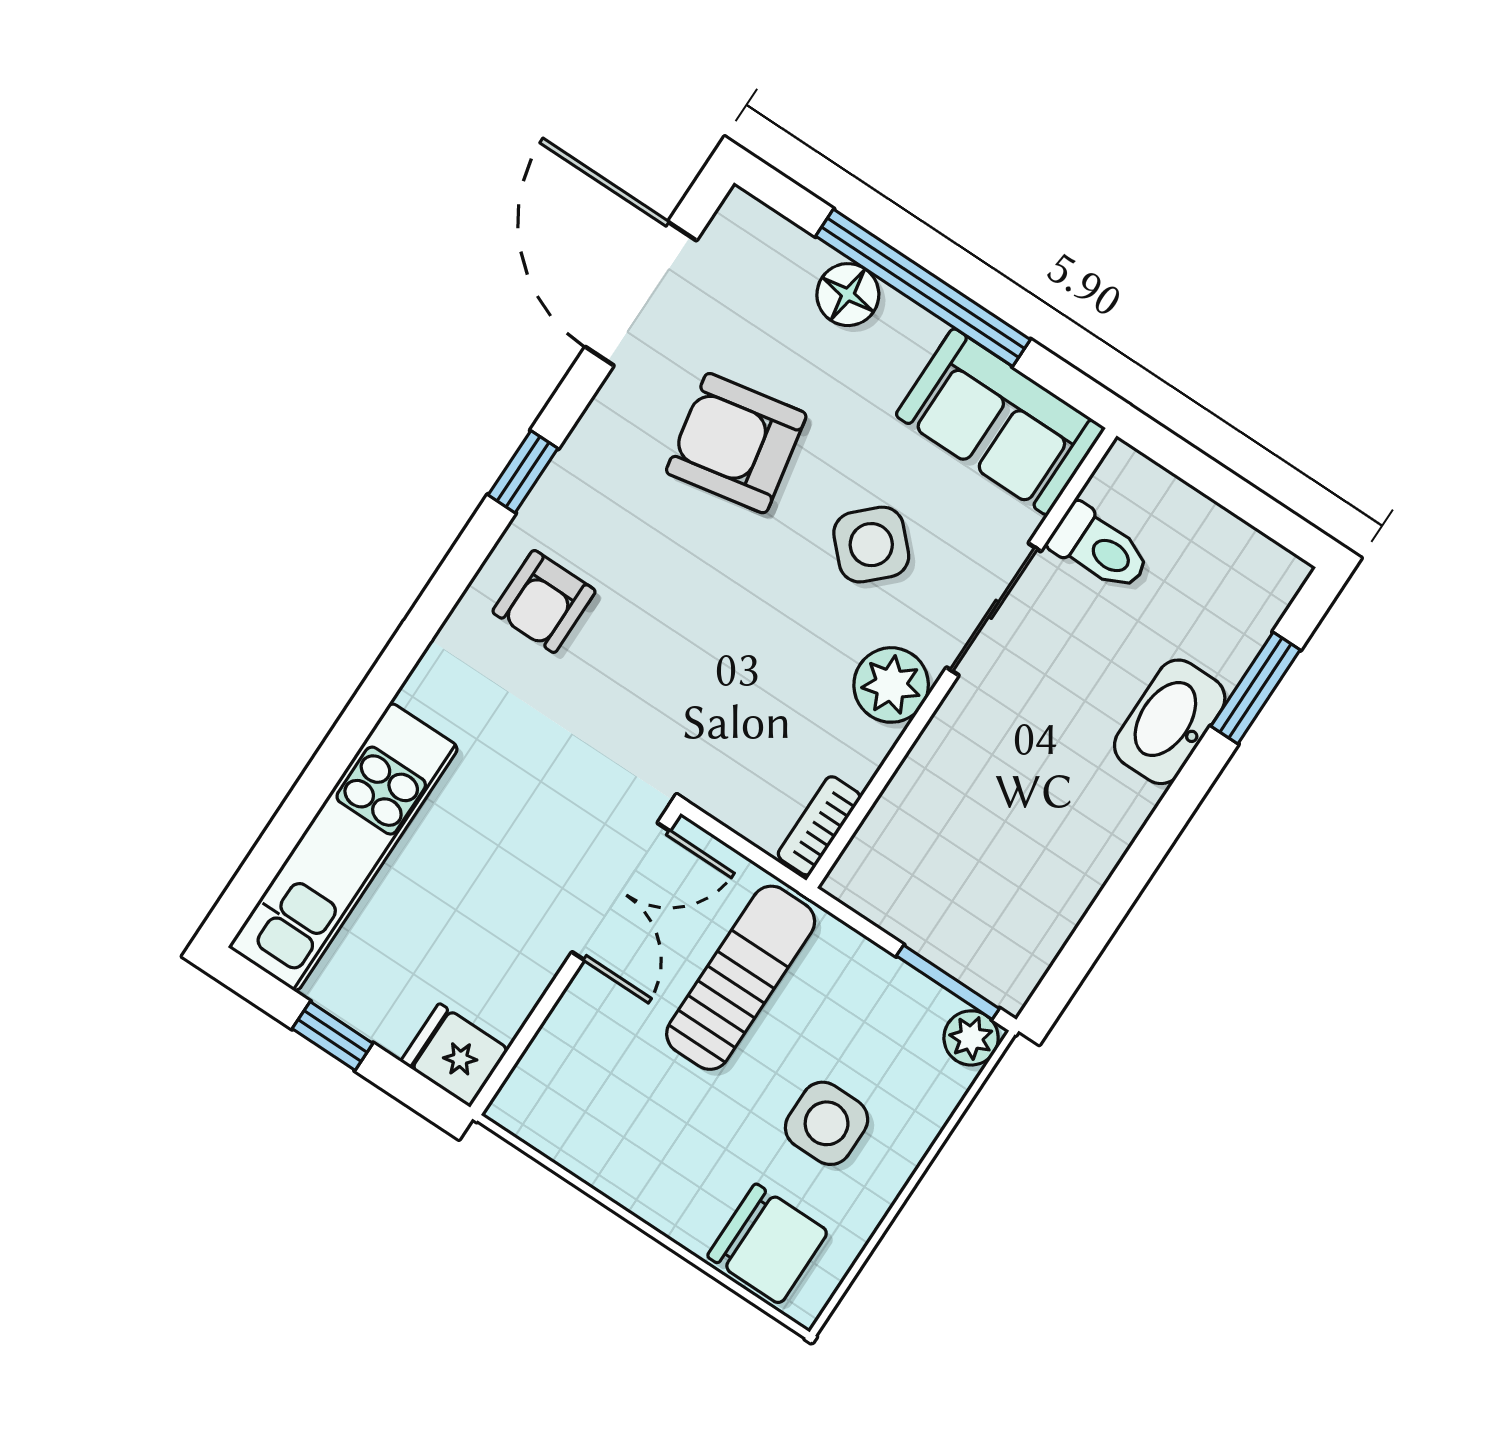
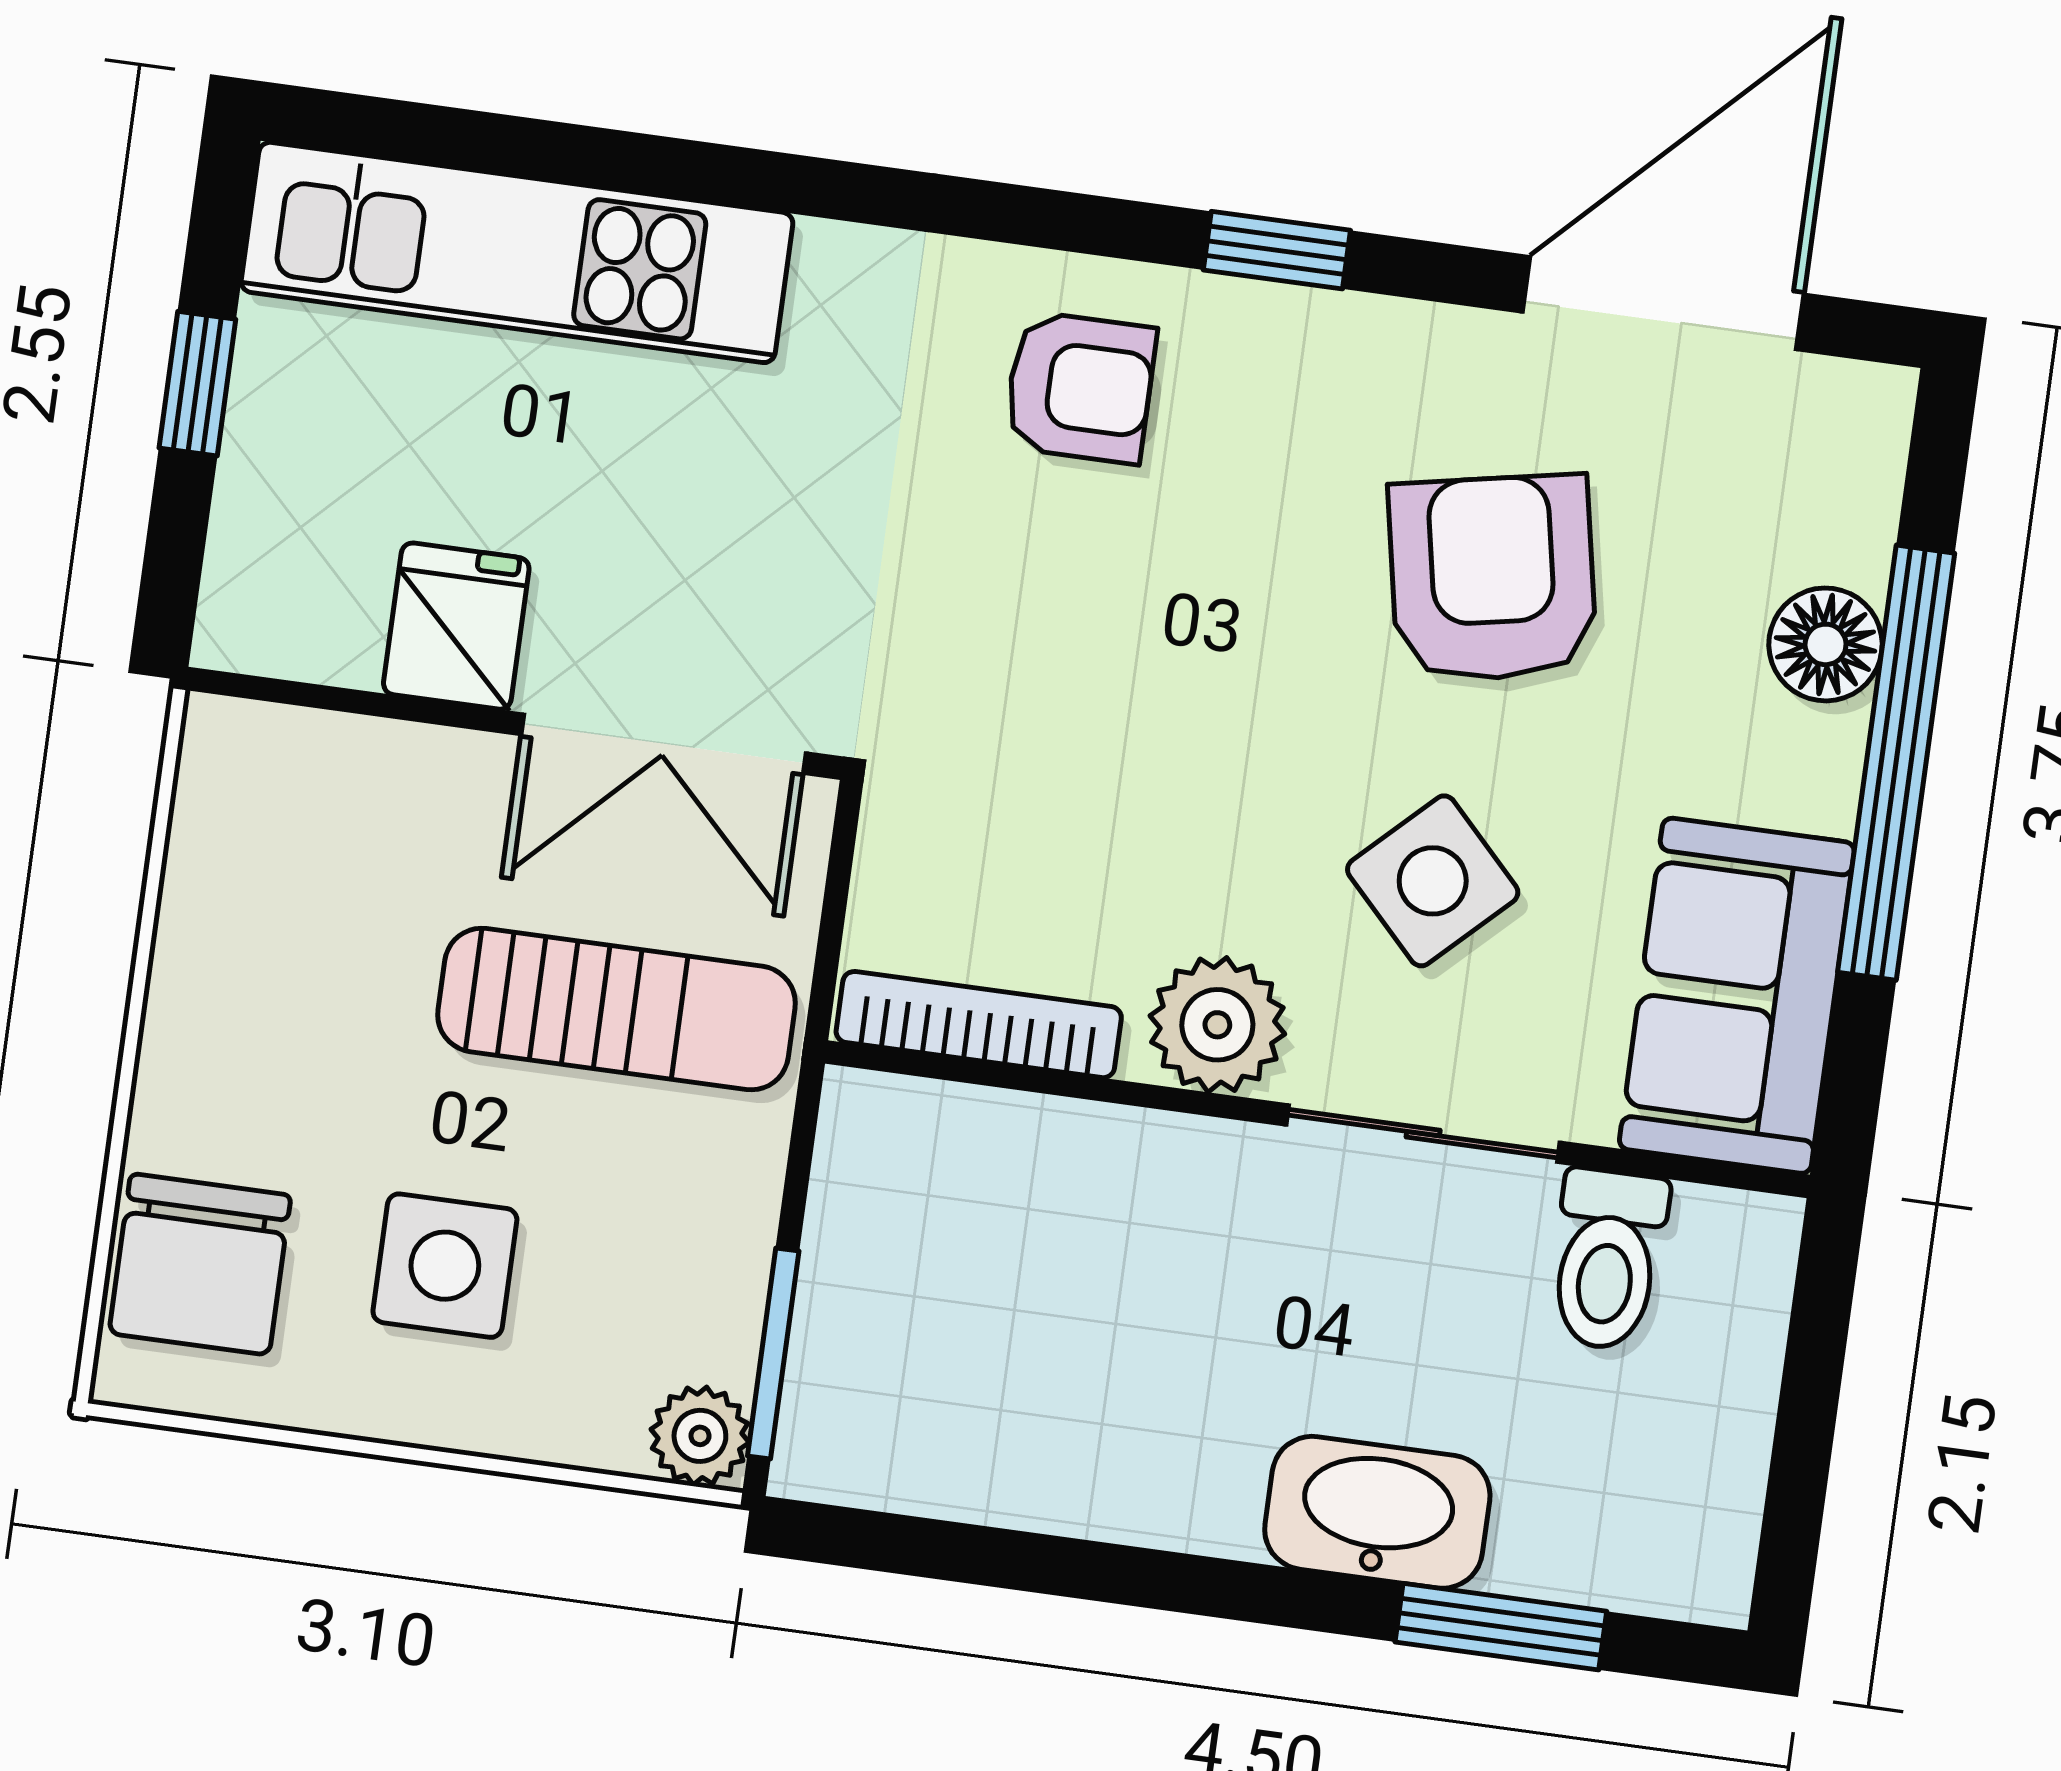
armchair: (544, 601) -> (1080, 387), turned 180
bookcase: (819, 826) -> (979, 1025), width x1.56
fridge: (455, 1055) -> (456, 626), moved

